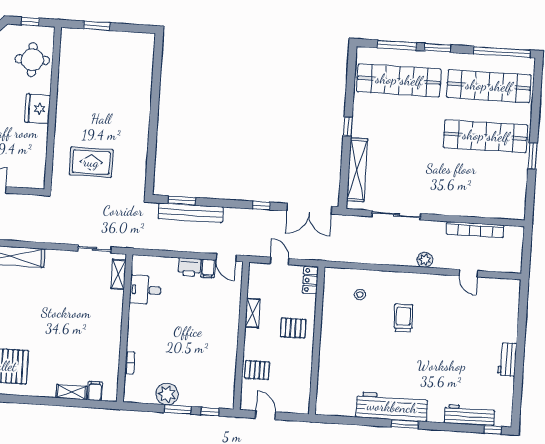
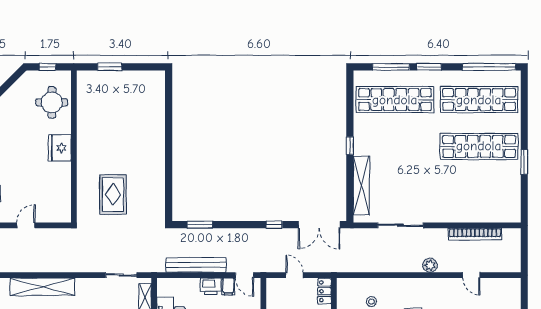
rug: (91, 162) -> (113, 194), turned 90
bench: (191, 213) -> (196, 265), moved

